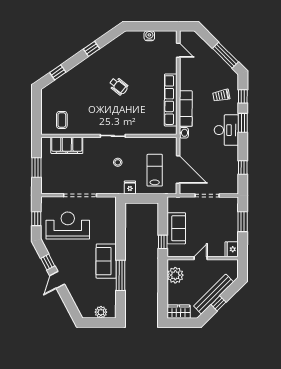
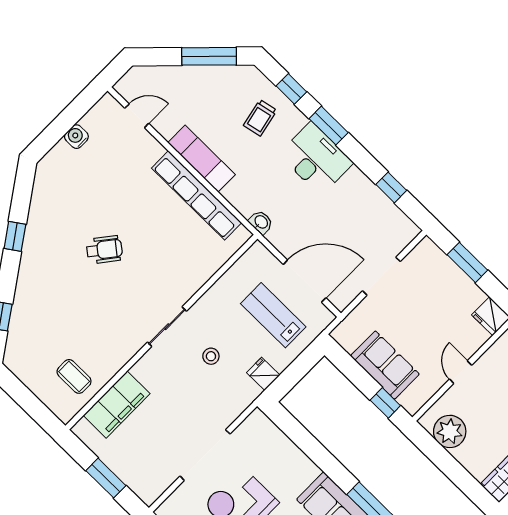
exam couch: (186, 109) -> (202, 159), moved

